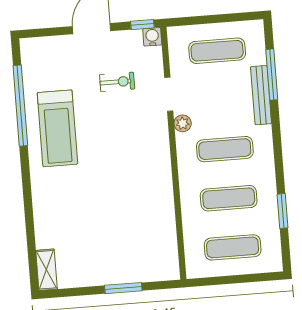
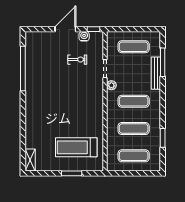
water cooler: (152, 37) -> (84, 36), moved
treadmill: (57, 128) -> (76, 147), moved, turned 90

